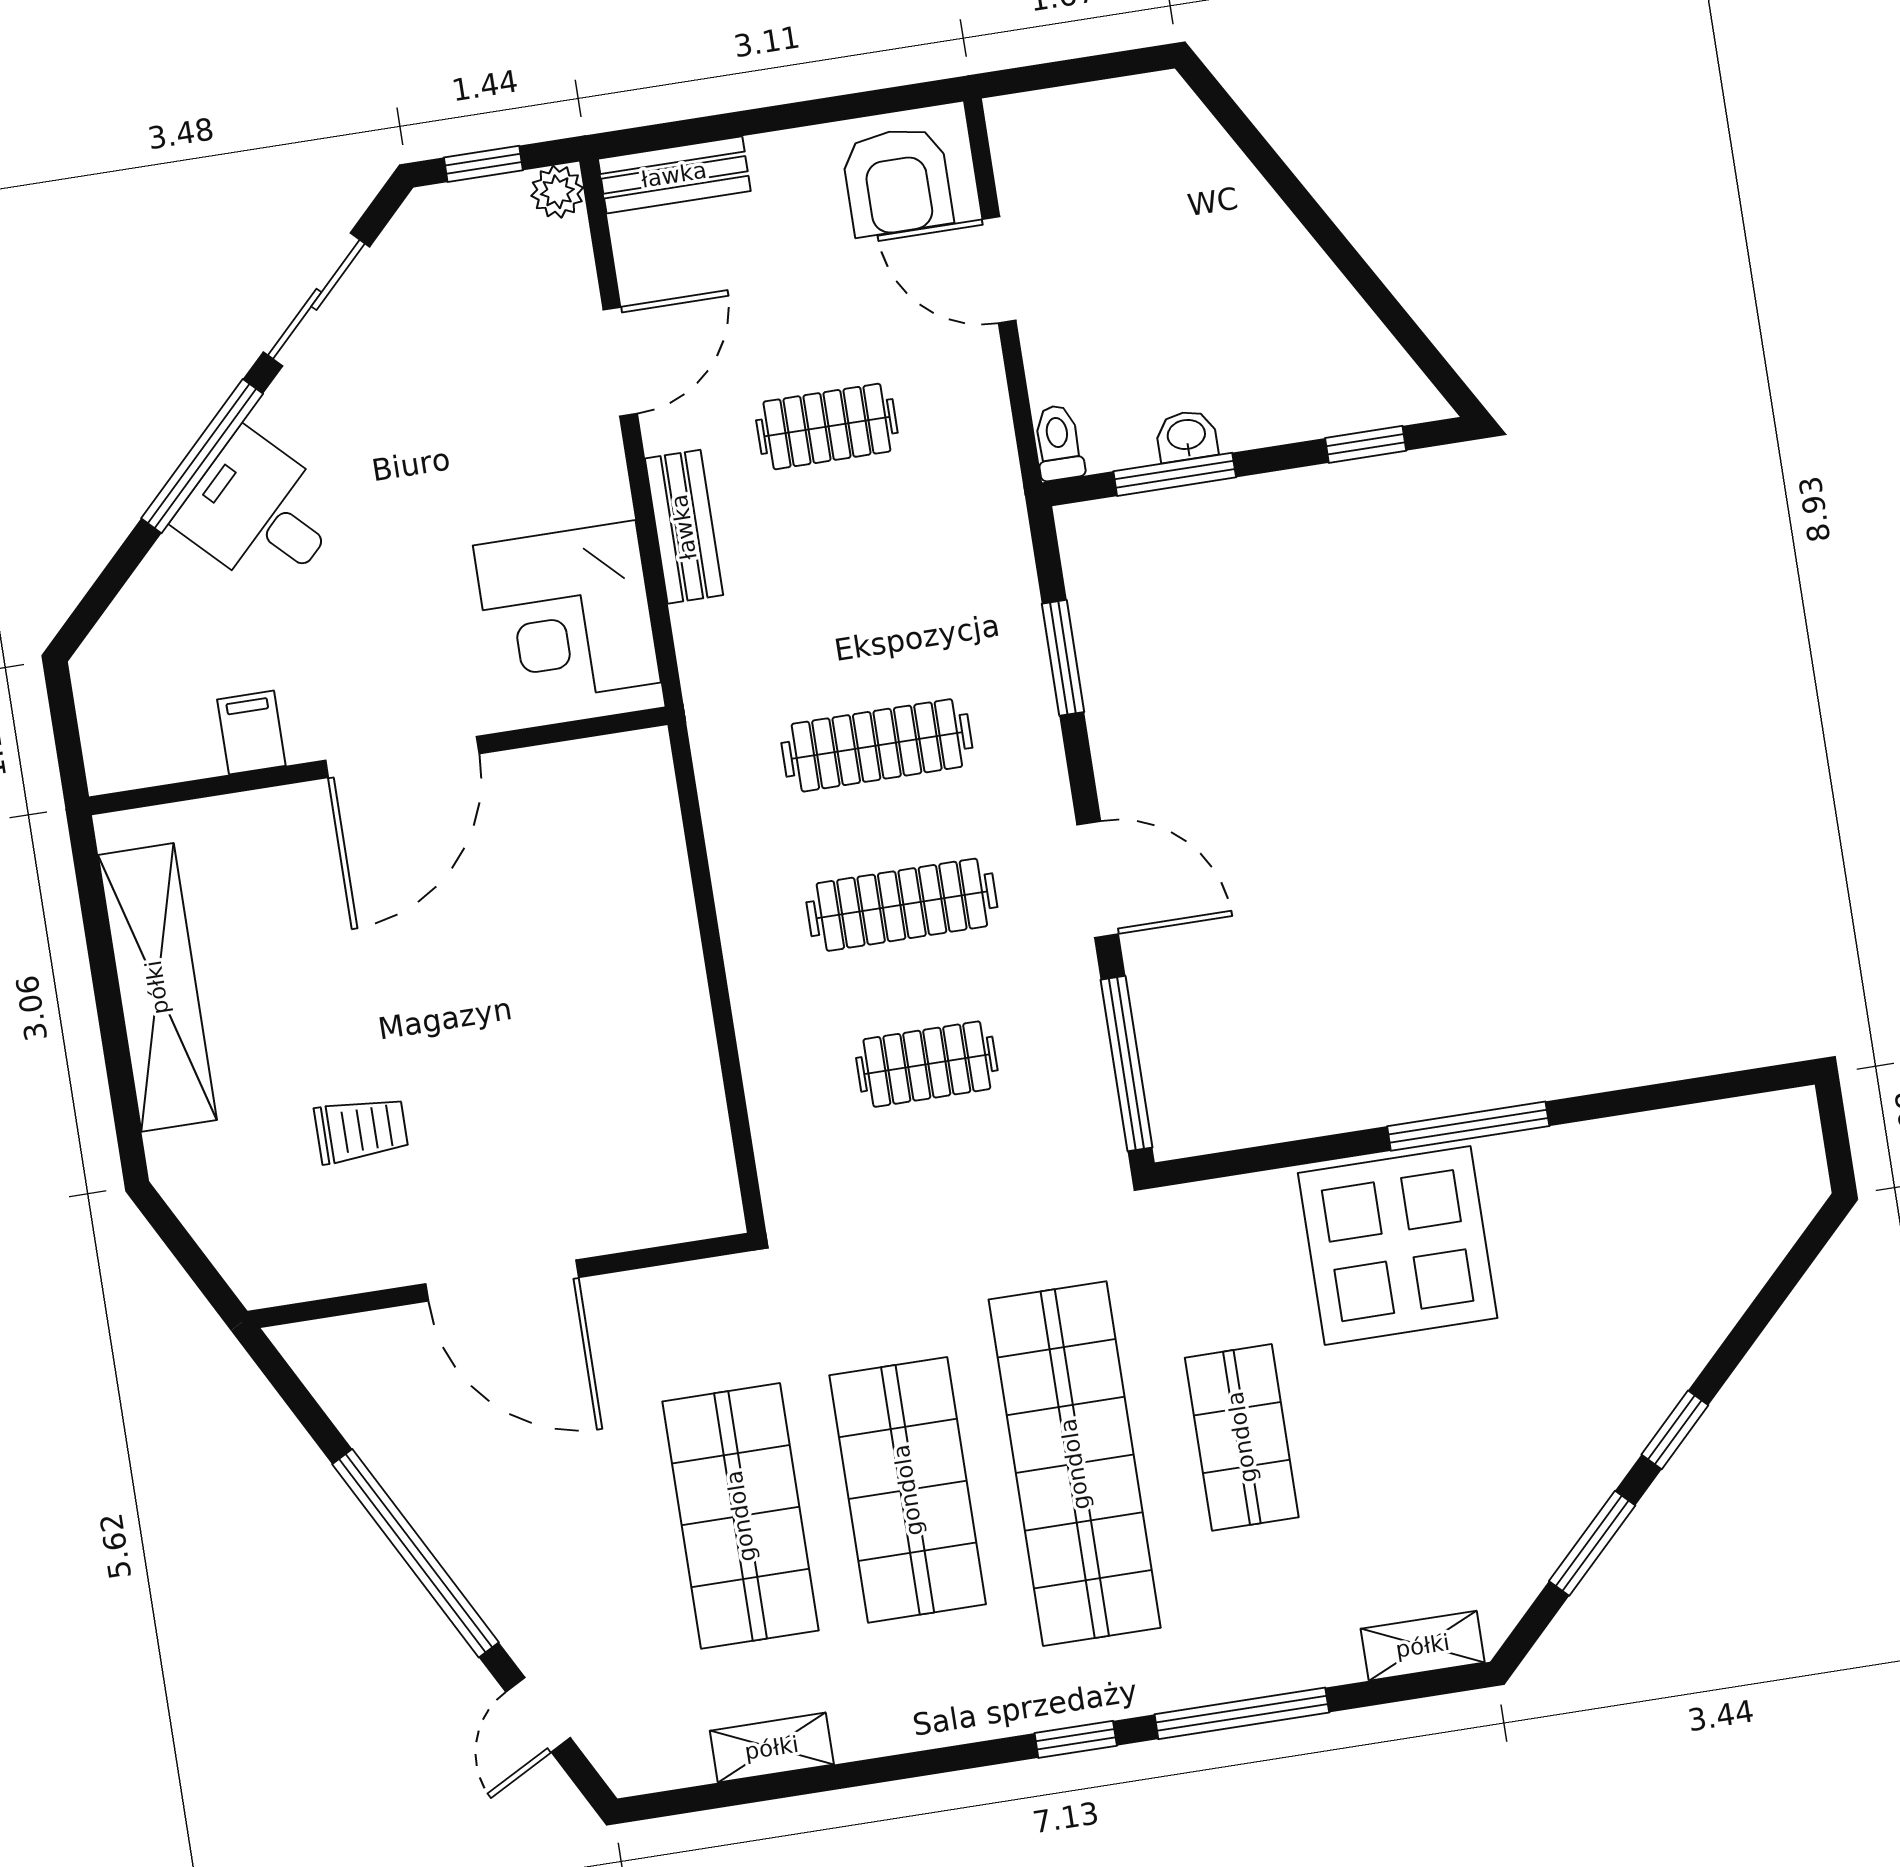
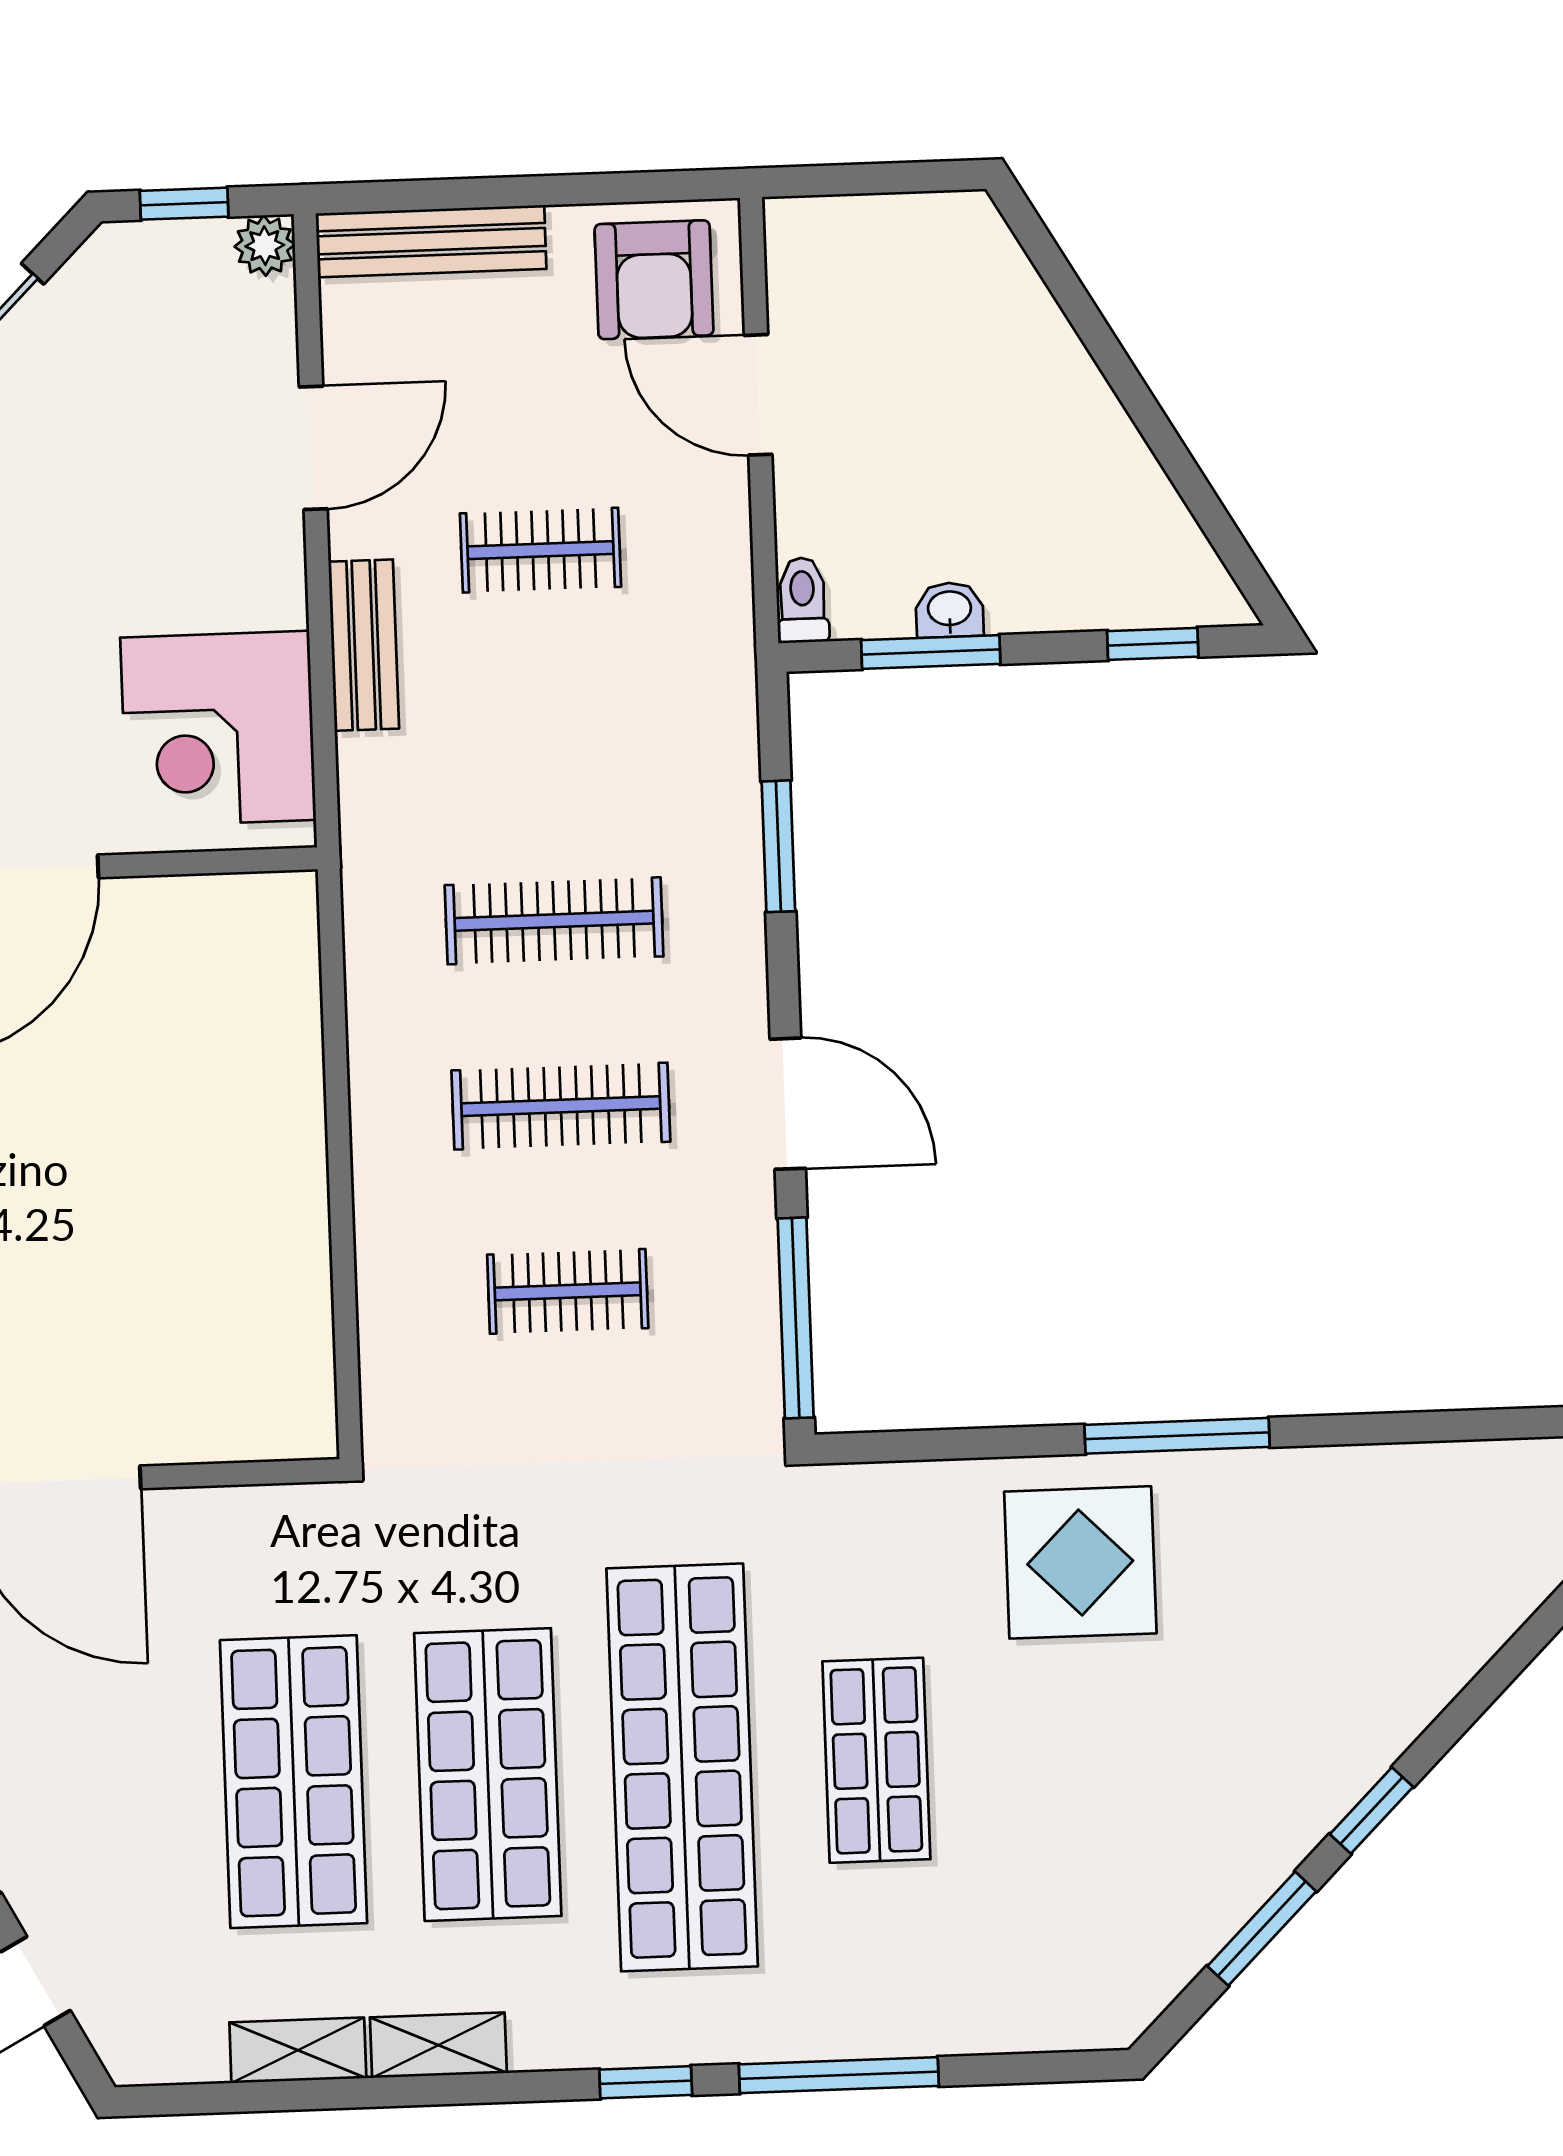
bench: (674, 175) -> (431, 241), width x1.36
display table: (1398, 1246) -> (1080, 1562), width x0.73, depth x0.73
shelving: (1423, 1646) -> (438, 2045), moved

